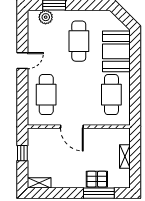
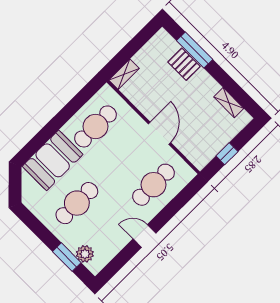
shelving: (125, 156) -> (124, 74), moved
shelving: (39, 183) -> (229, 103), moved

